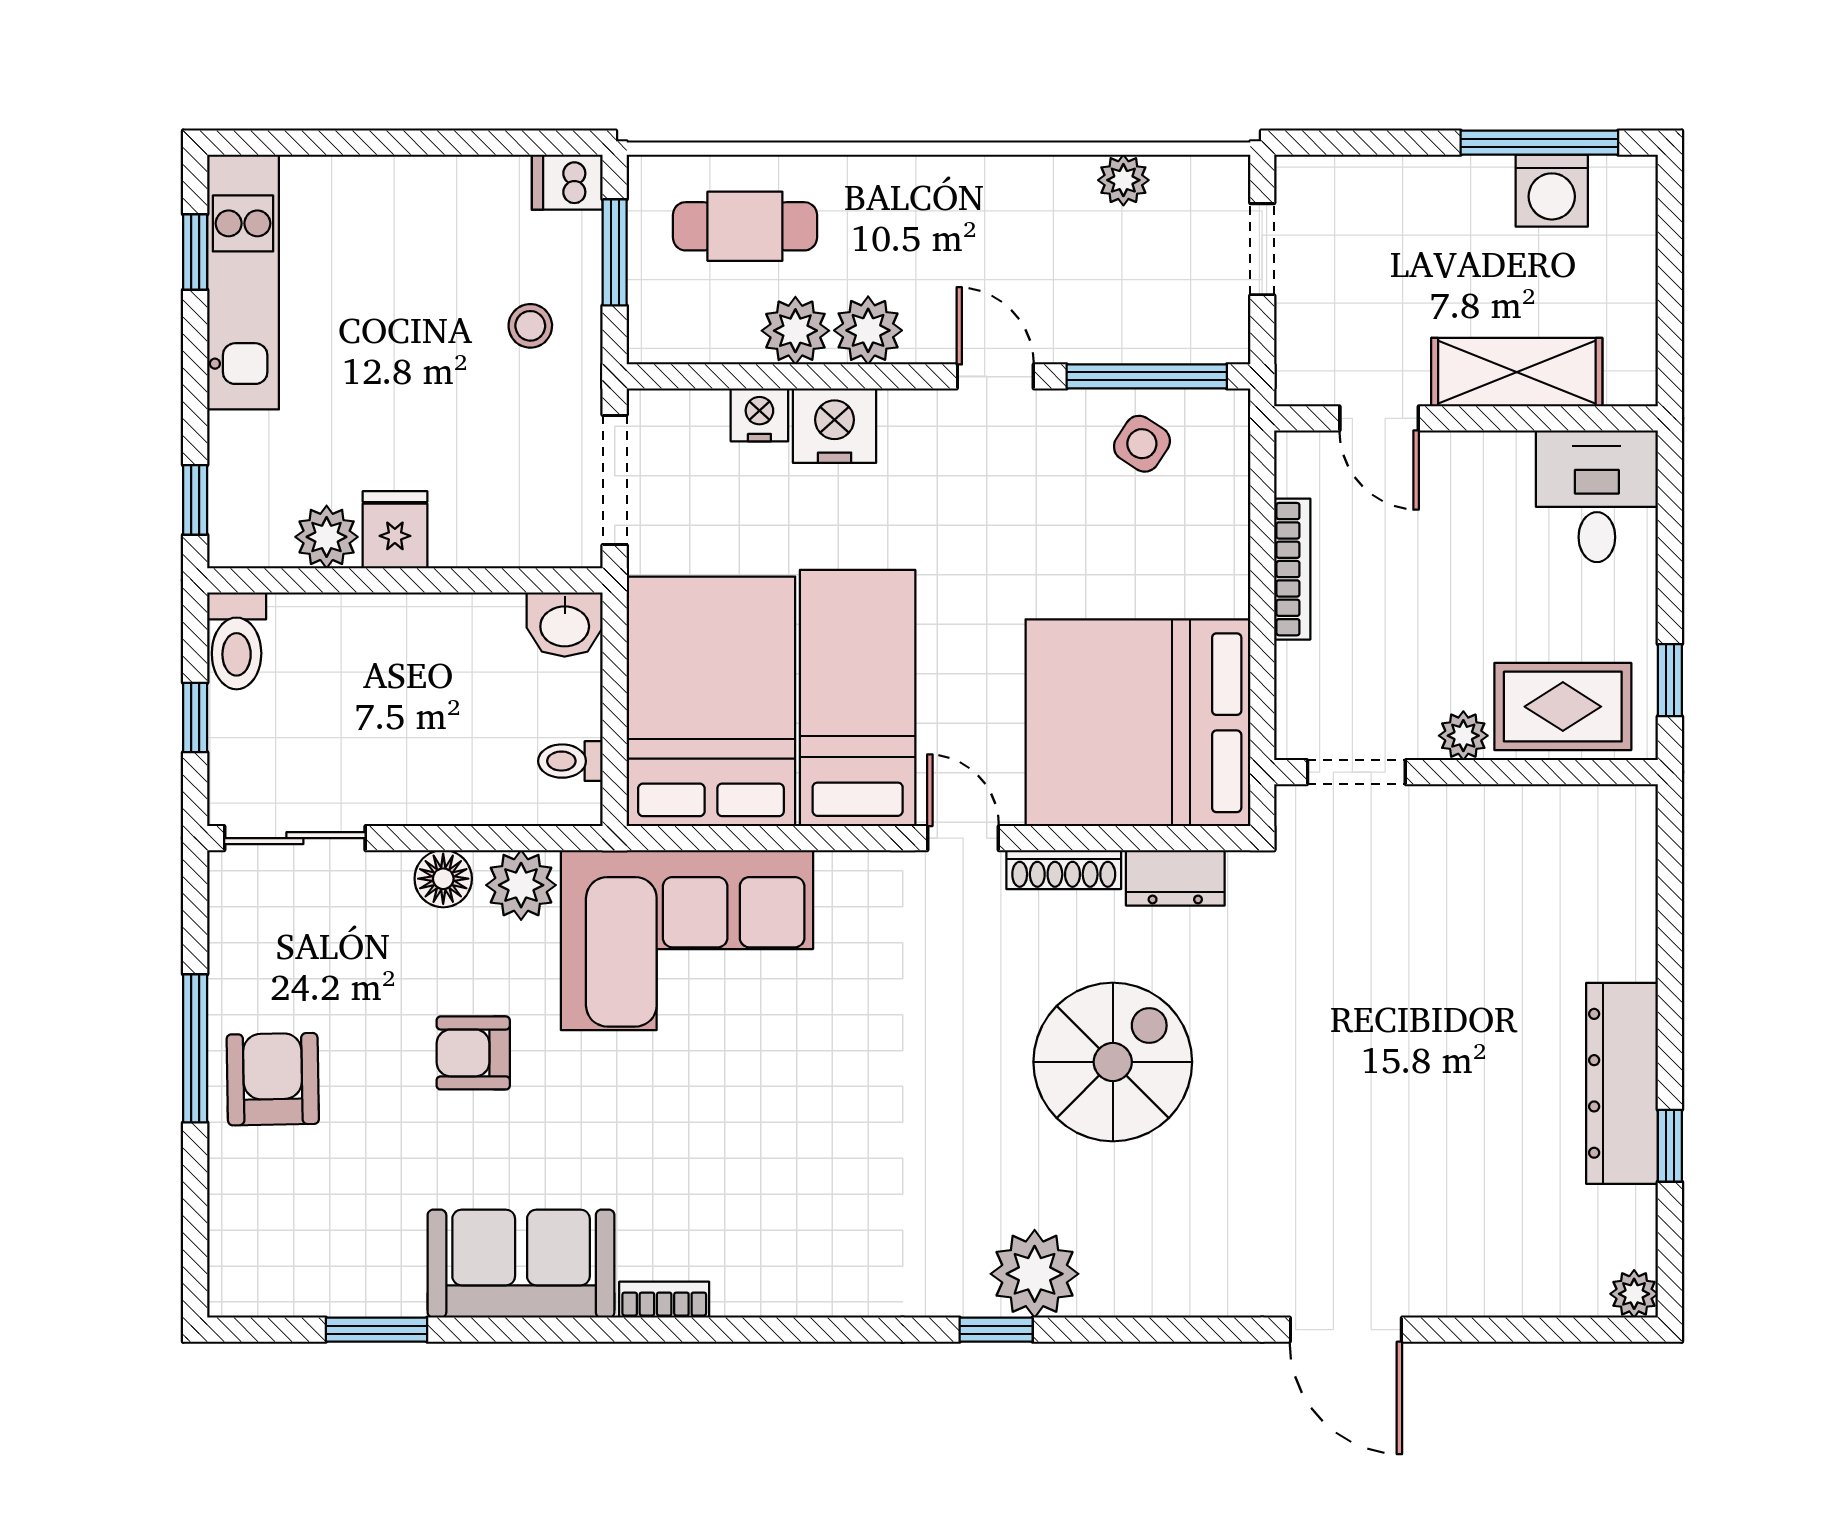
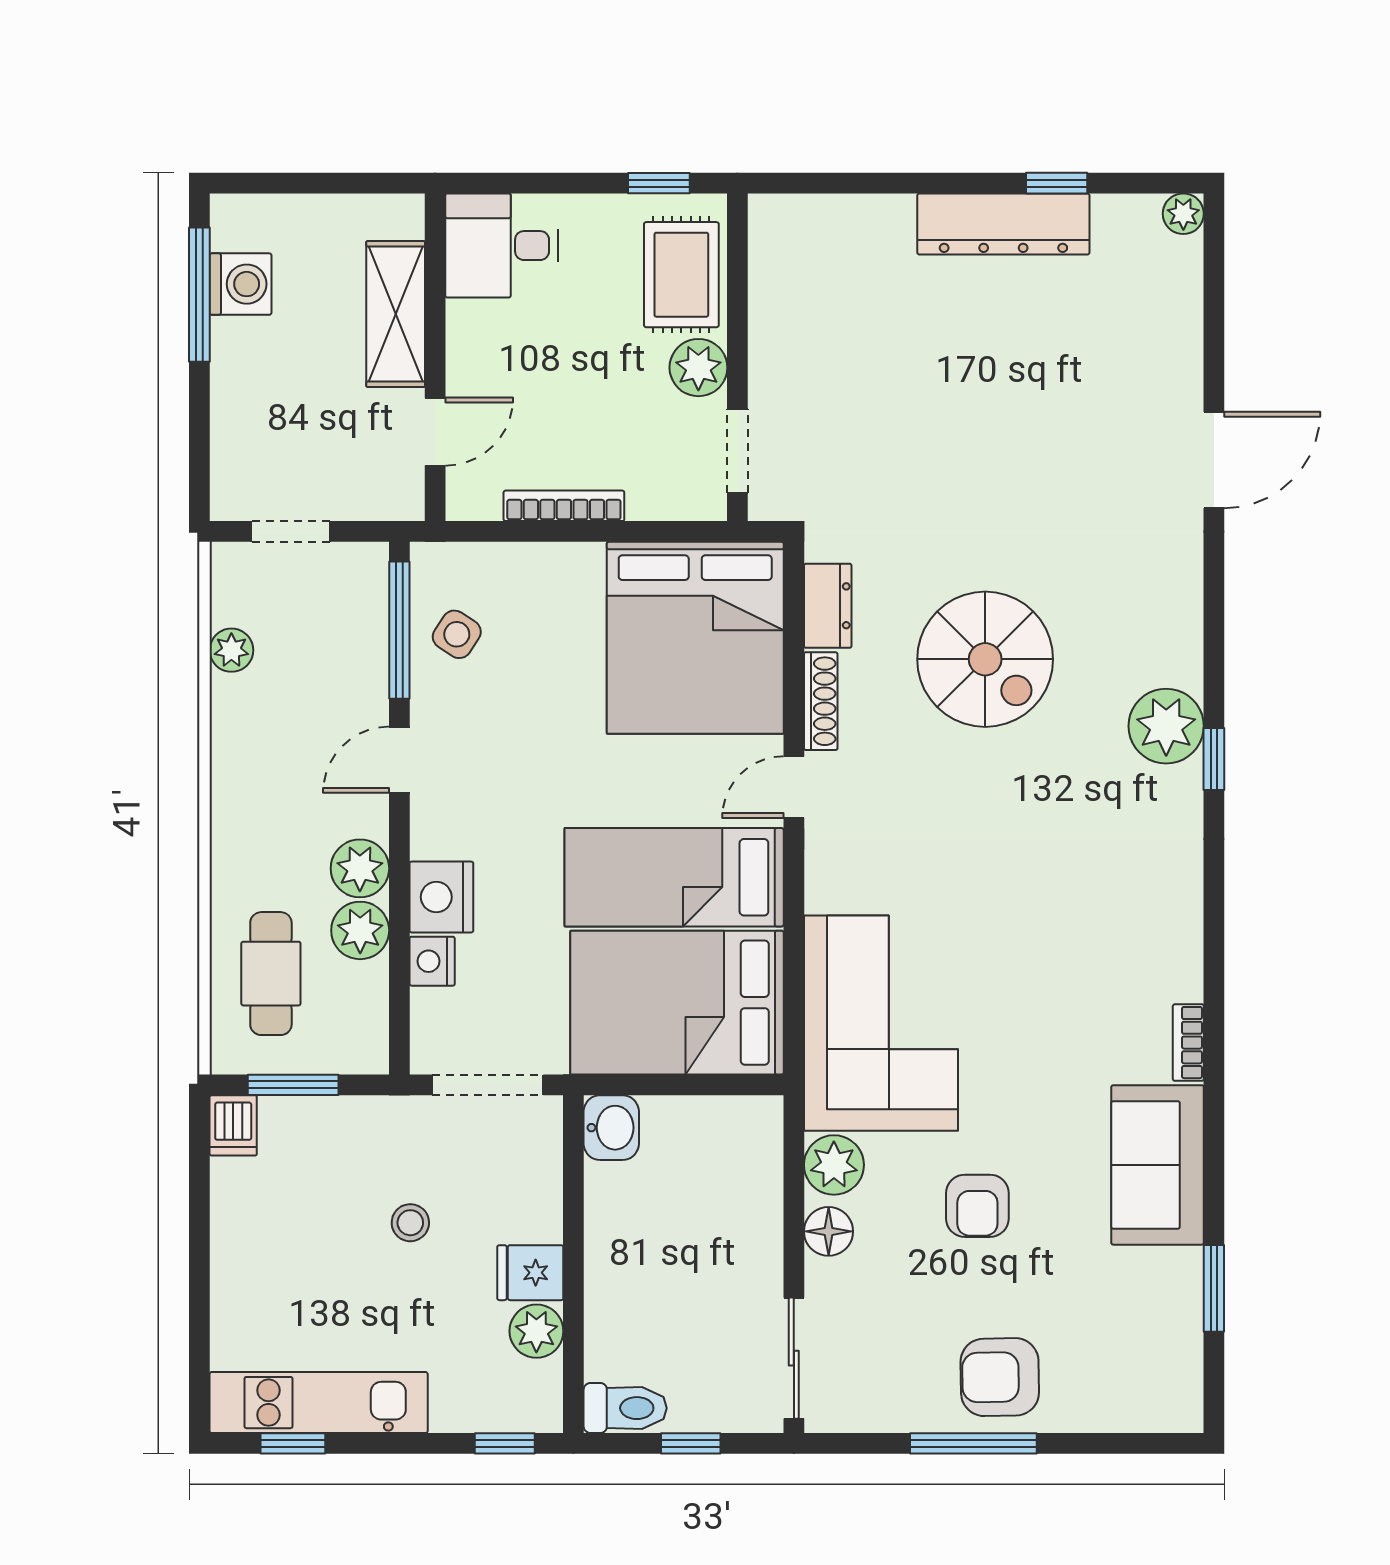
stool: (530, 326) -> (410, 1223), moved
plant: (1463, 736) -> (698, 368), width x1.38, depth x1.38
toilet: (570, 761) -> (728, 1123), removed
spiral stairs: (1113, 1062) -> (985, 659), turned 180

